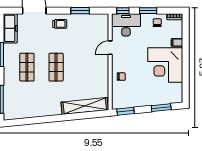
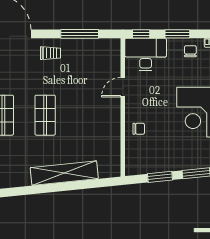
window: (80, 11) -> (80, 34), width x1.44
shelving: (85, 106) -> (64, 173), moved
window: (126, 111) -> (160, 177), moved

